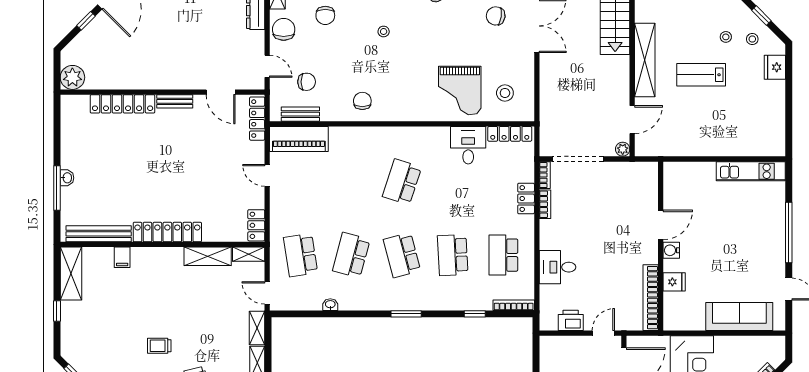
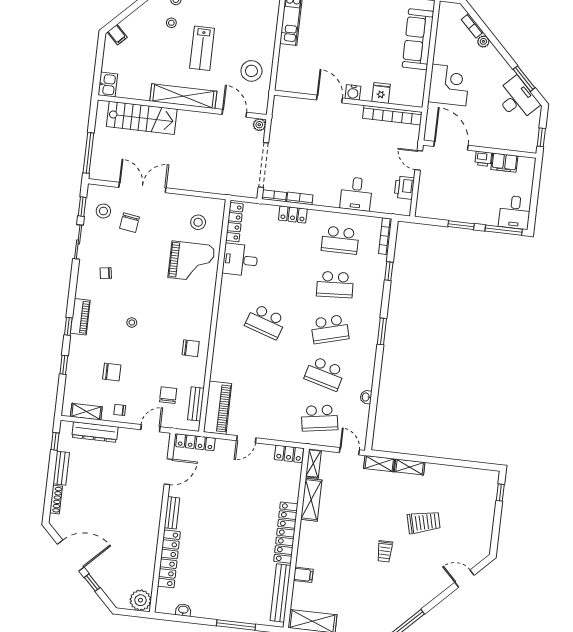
chair: (284, 29) -> (120, 410), width x0.54, depth x0.54
chair: (362, 101) -> (191, 348), turned 180
stool: (682, 133) -> (251, 71), added
washbasin: (67, 178) -> (183, 610), moved
door: (267, 293) -> (349, 451), swing flipped

